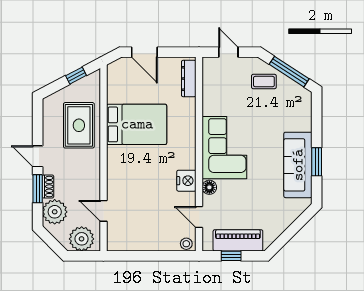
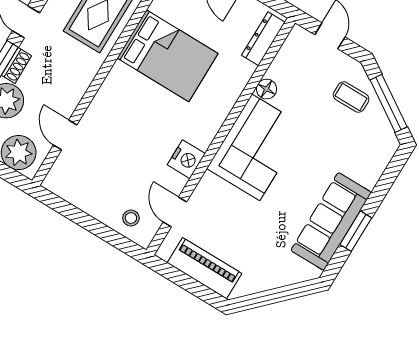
floor lamp: (209, 187) -> (266, 89), moved
stool: (186, 244) -> (131, 218), moved
window: (231, 256) -> (185, 282), removed

